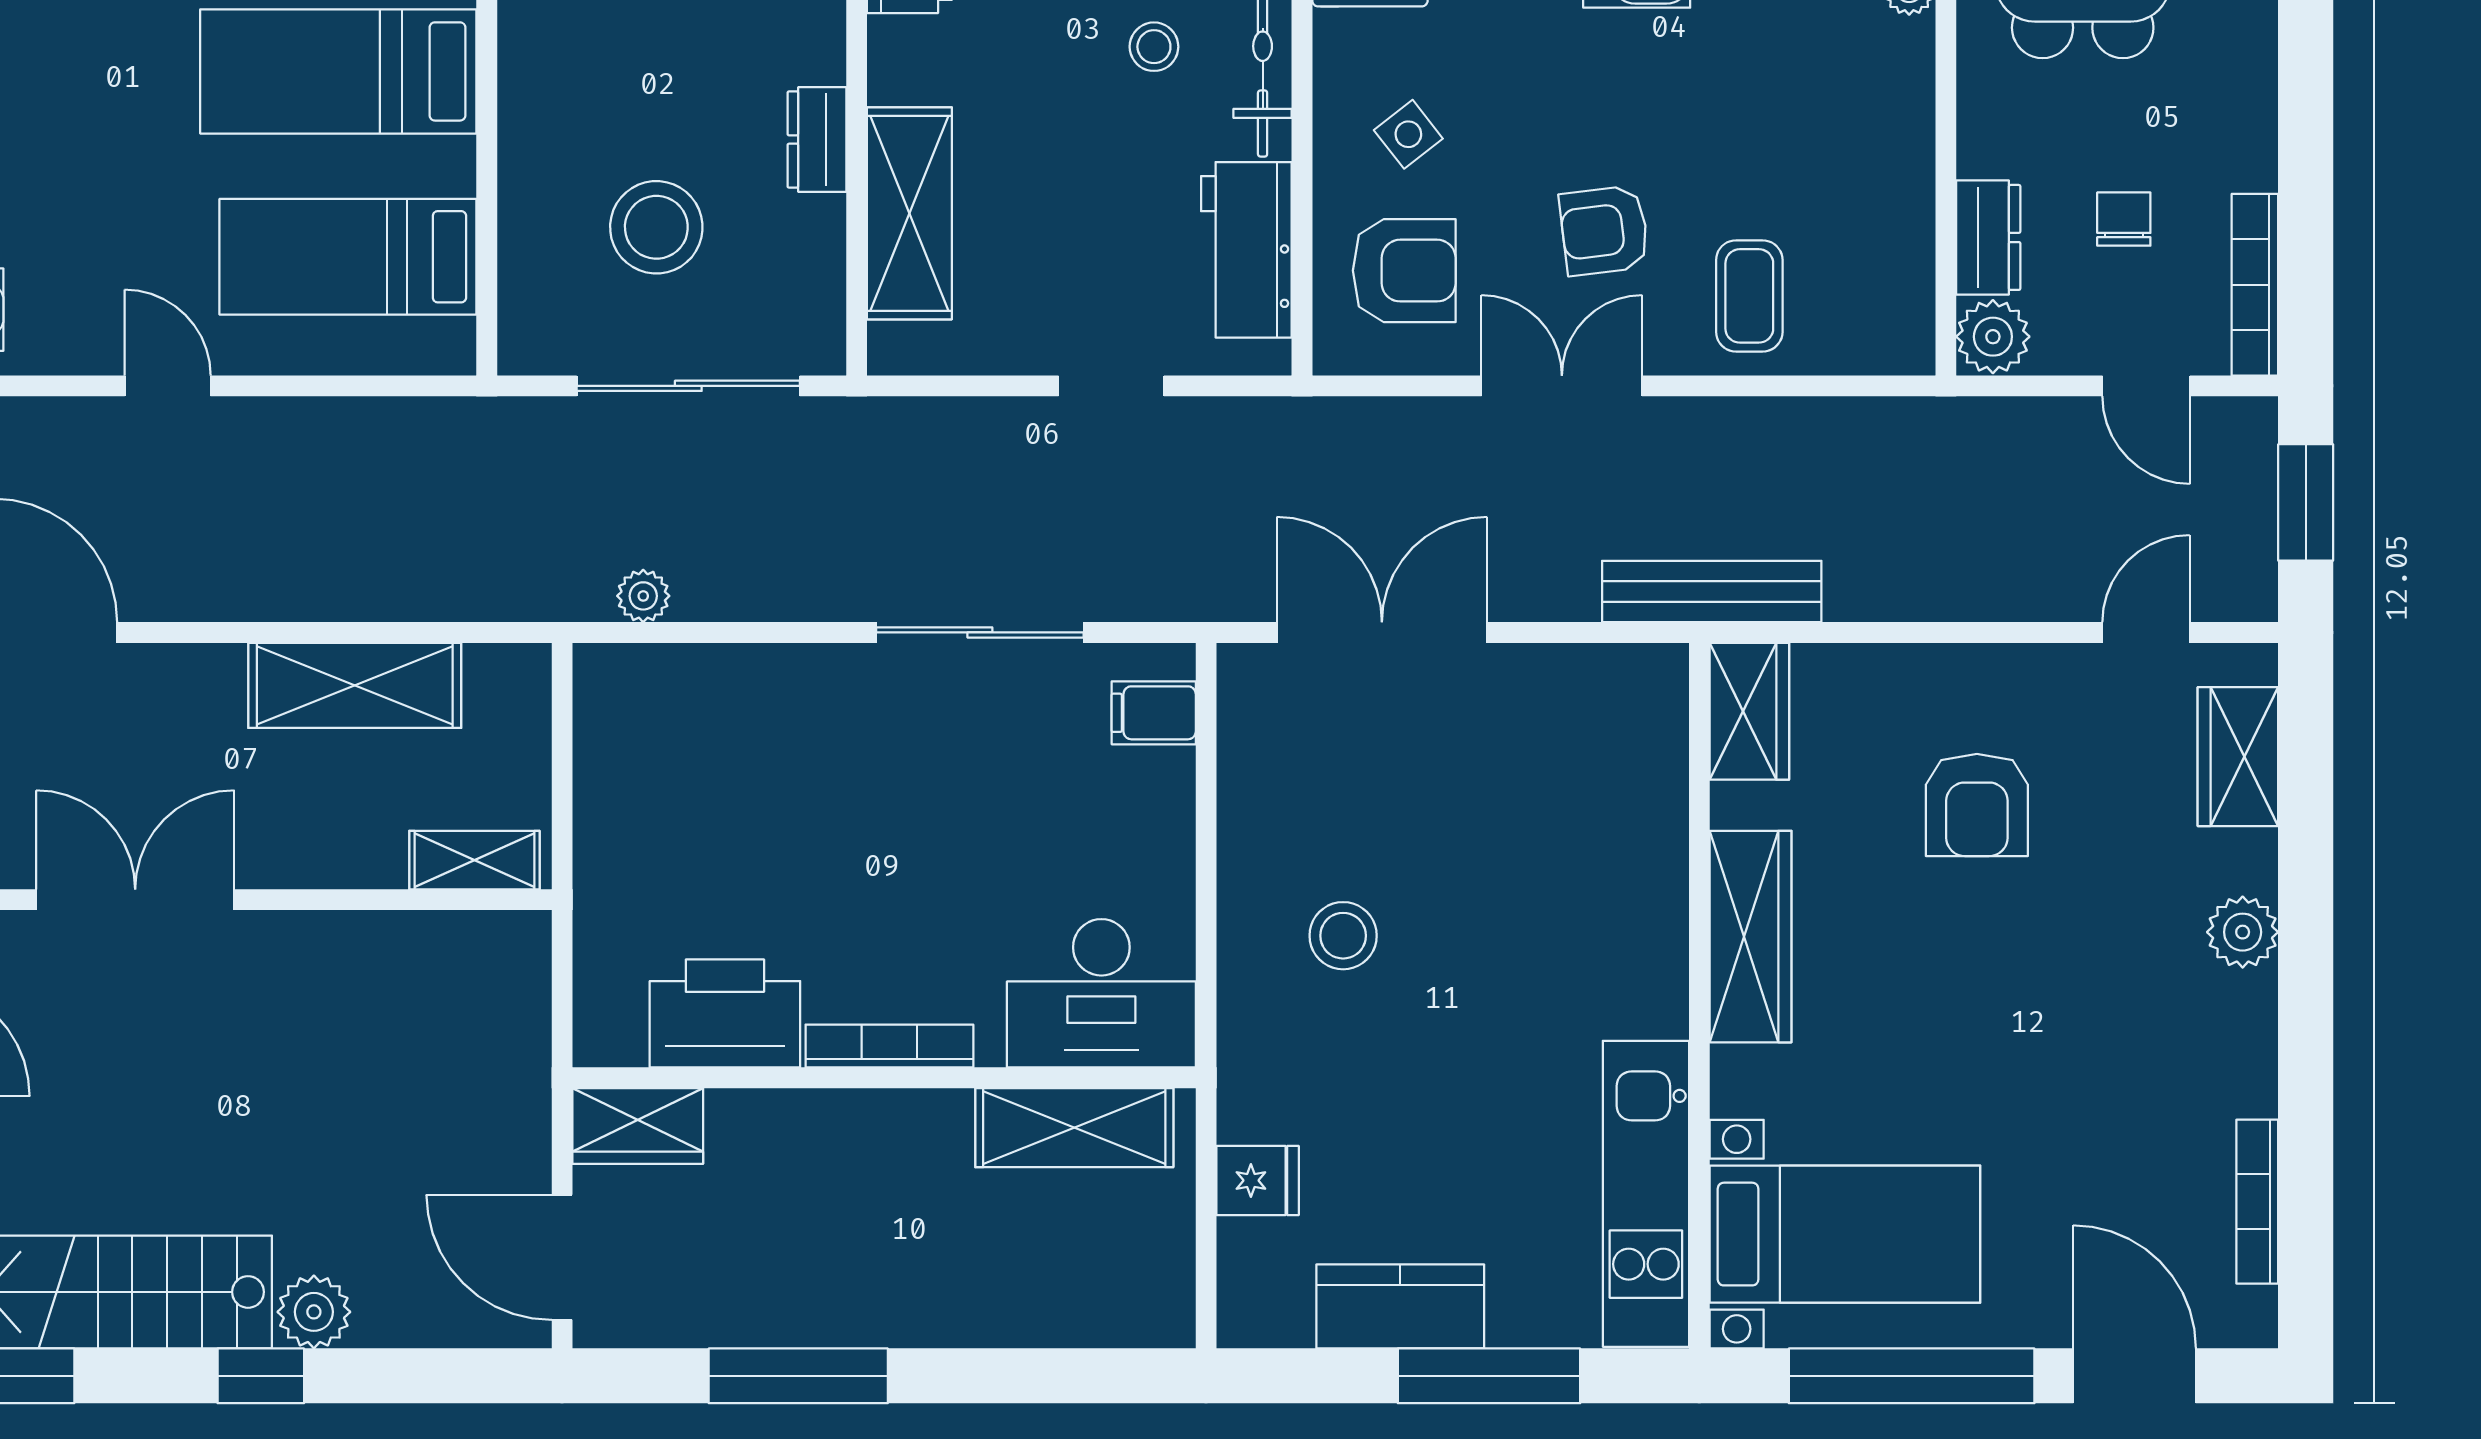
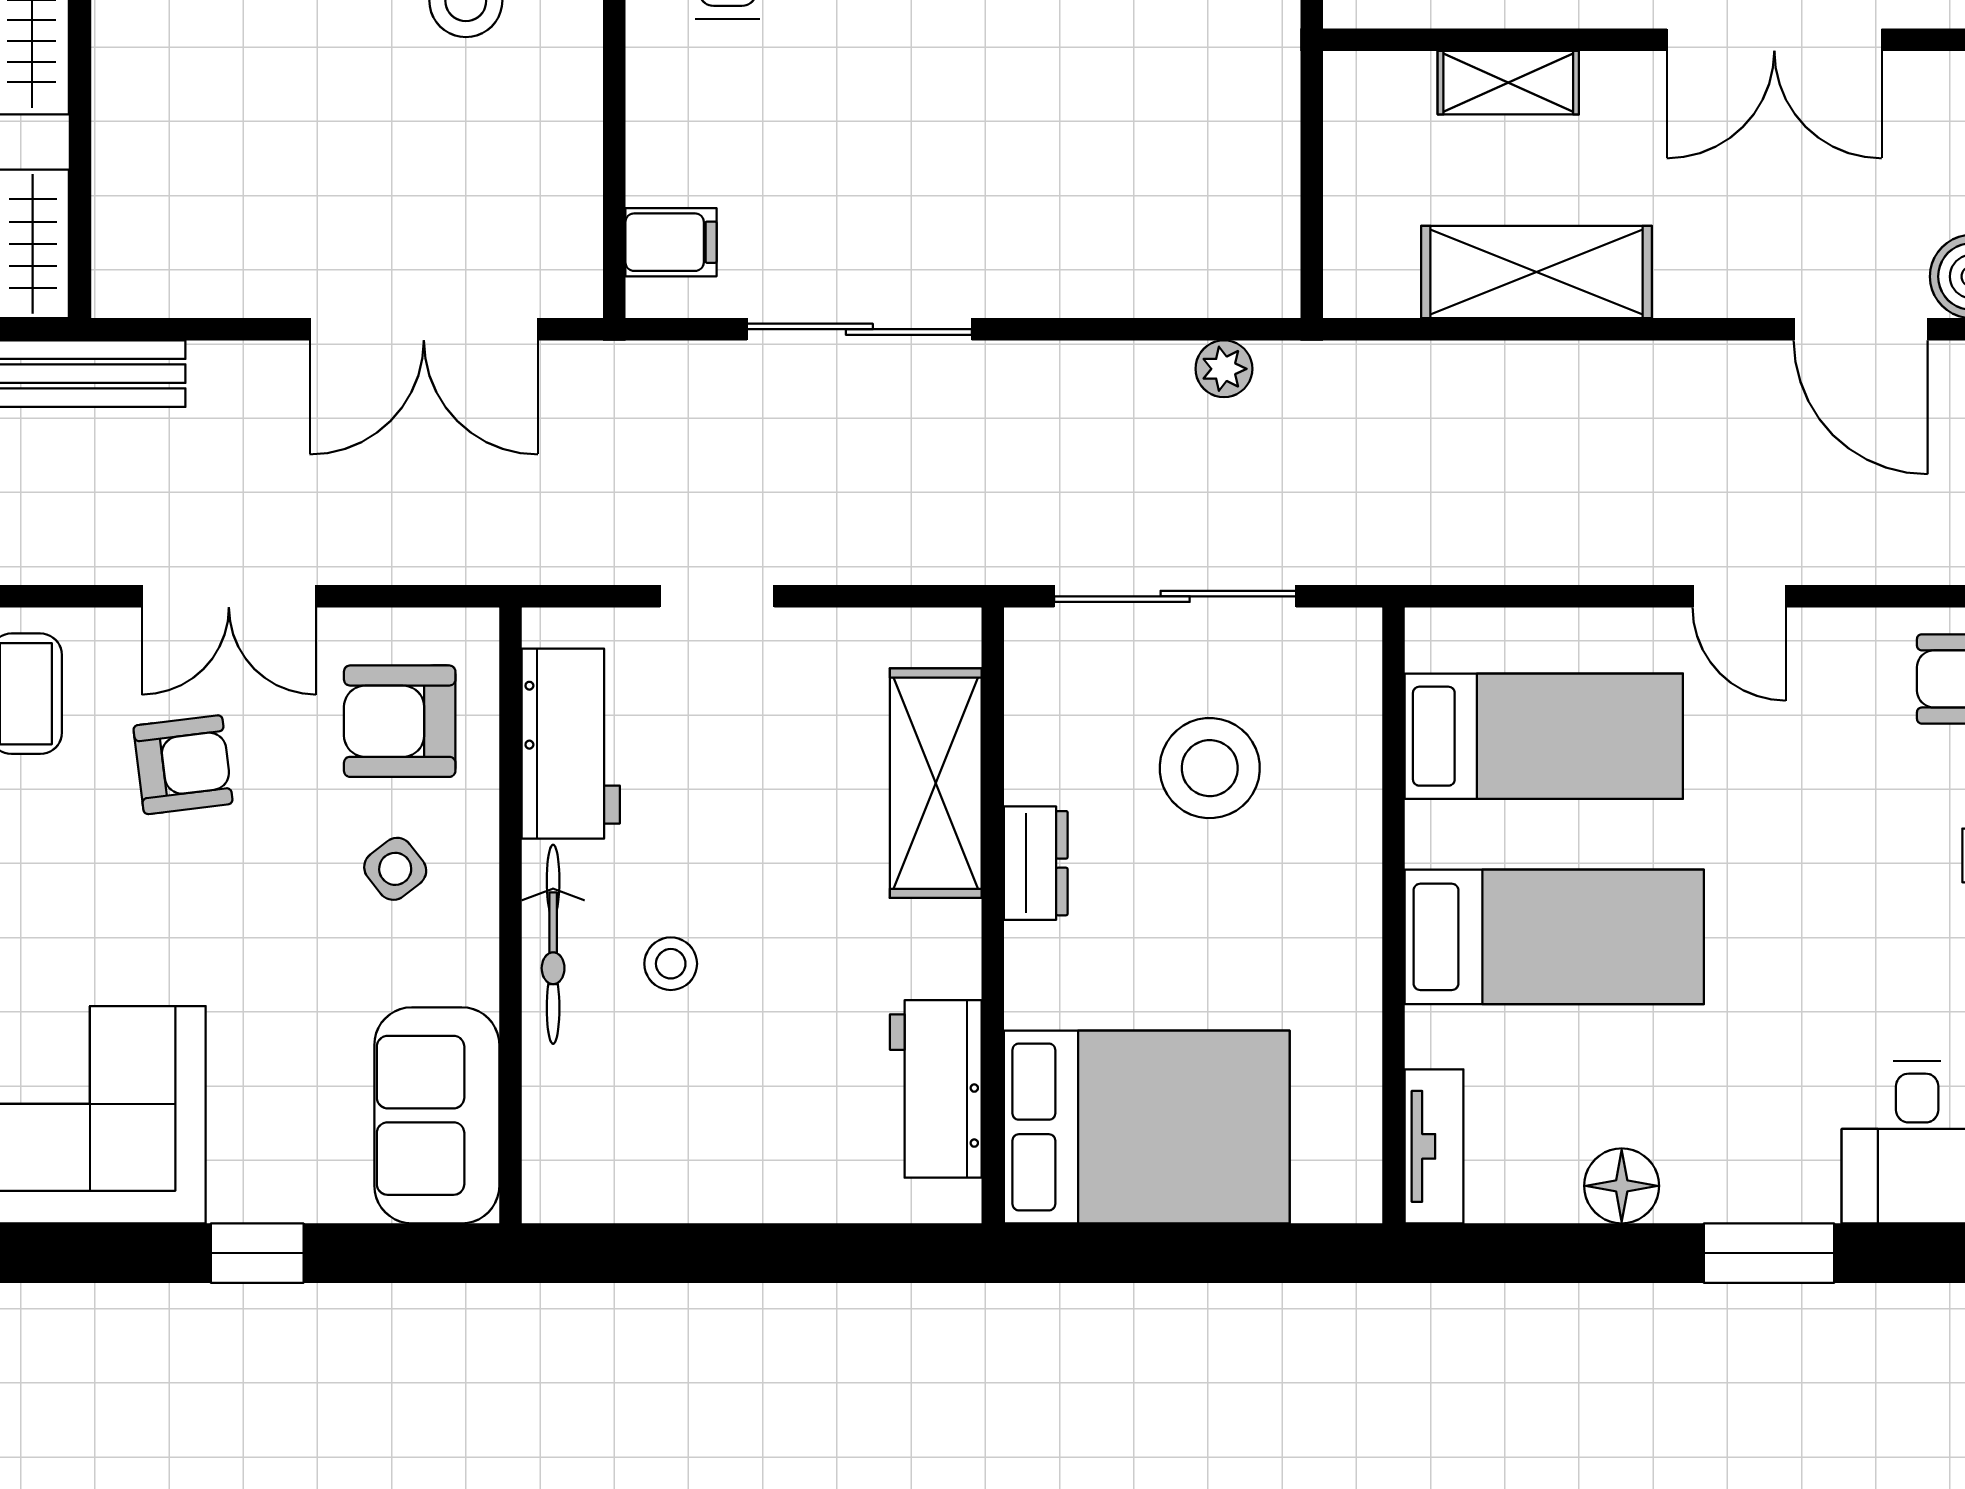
shelving: (474, 860) -> (1508, 83), moved

